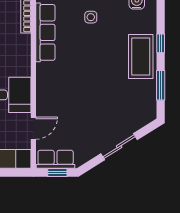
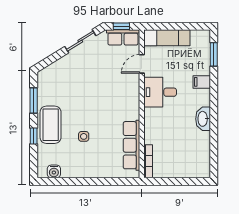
side table: (91, 17) -> (84, 136), moved
sliding door: (119, 147) -> (80, 41), moved

